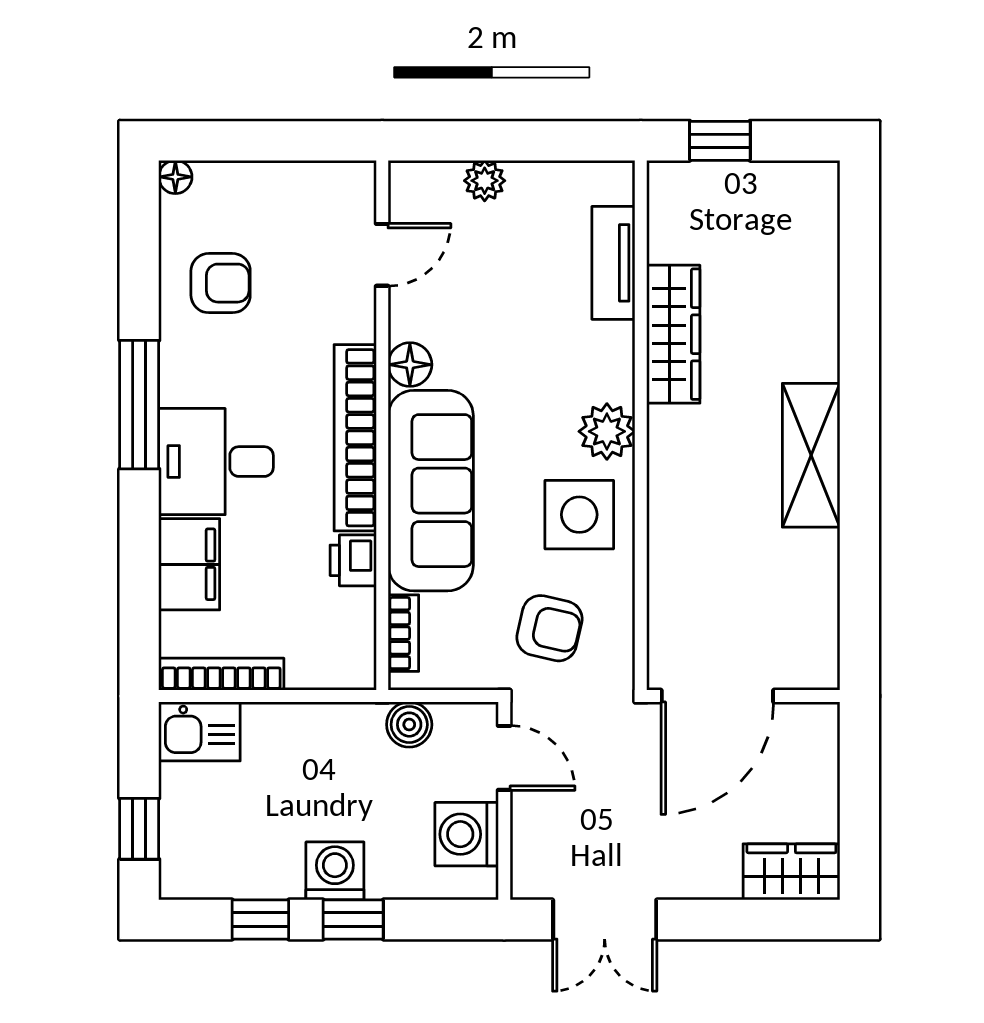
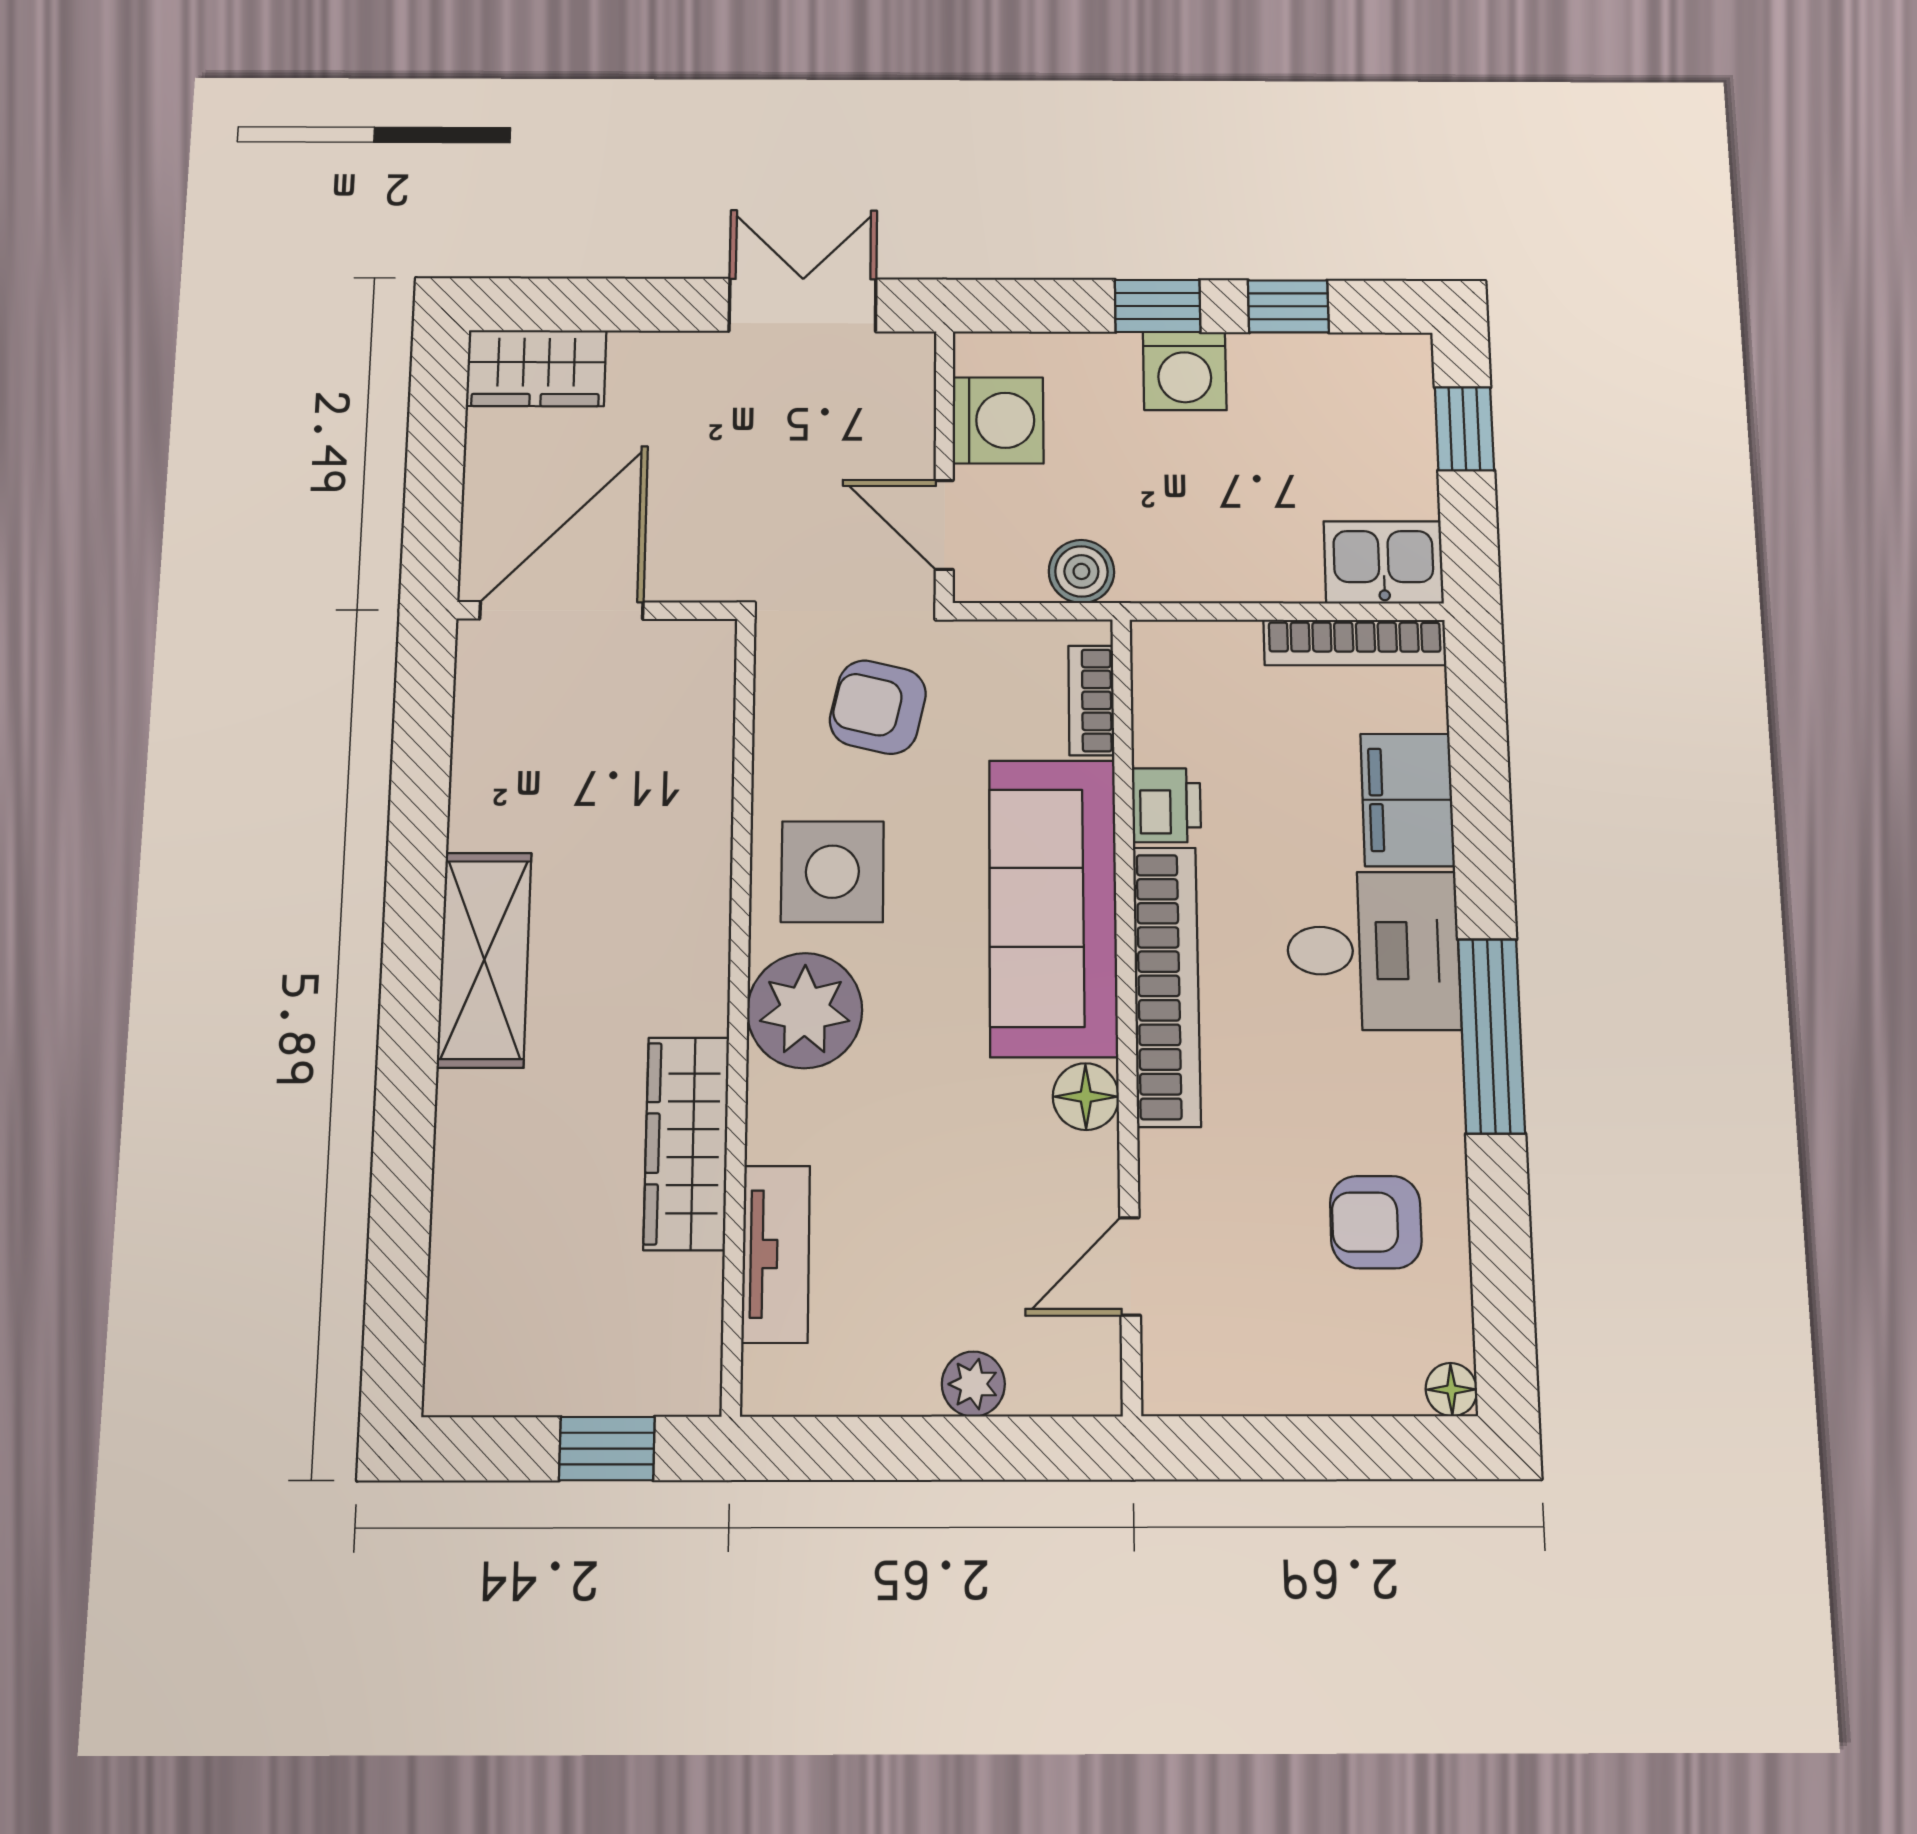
plant: (607, 431) -> (805, 1011), width x1.36, depth x1.36
door: (717, 696) -> (561, 610), moved

